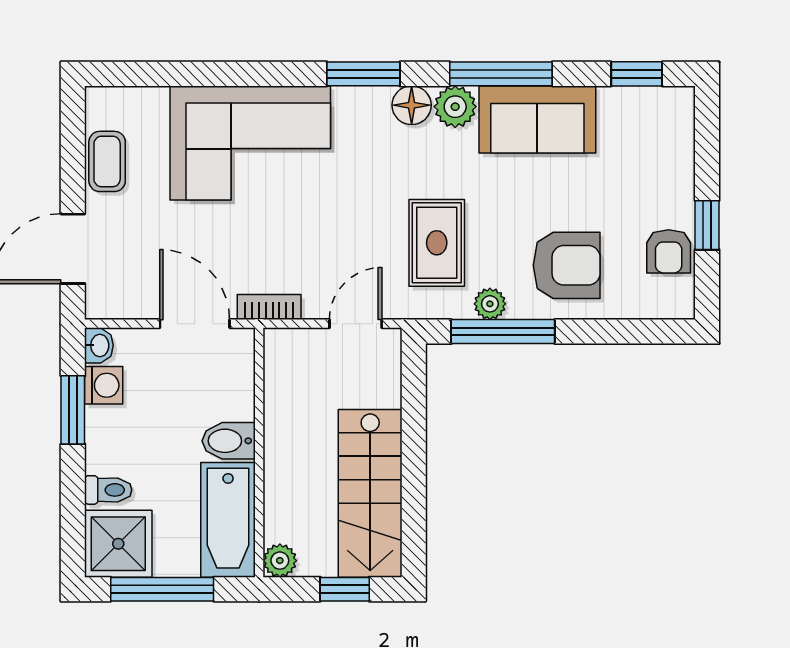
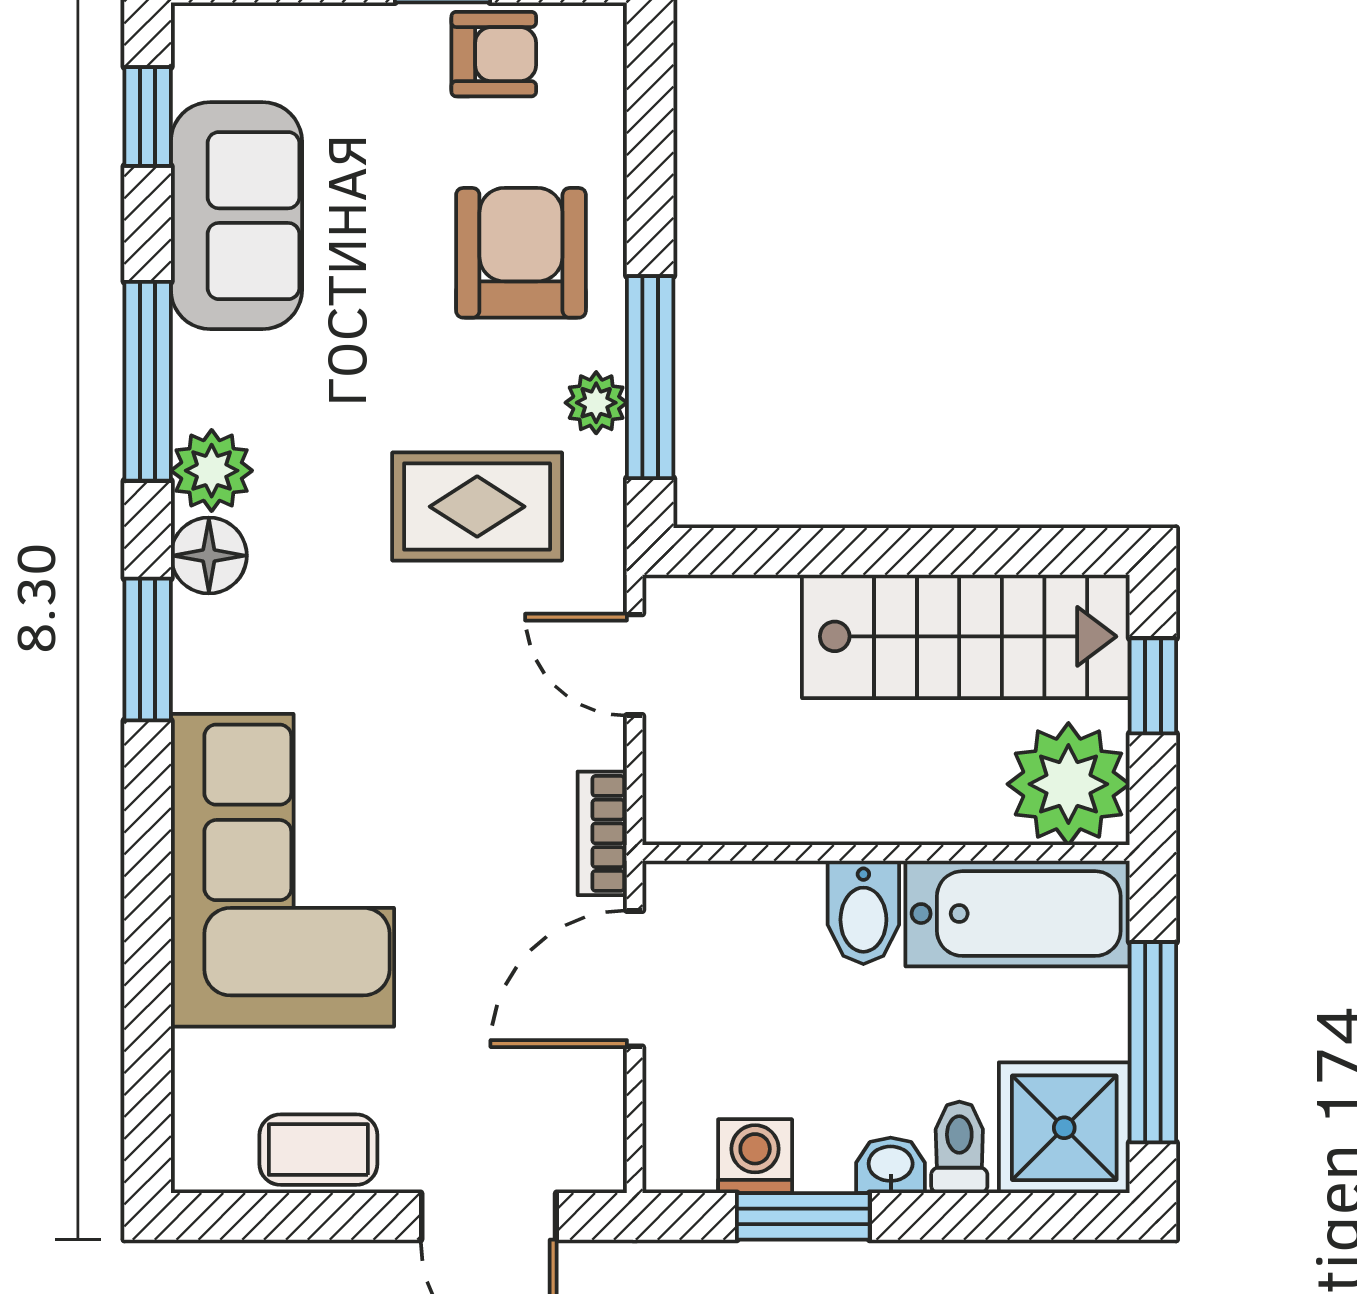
sofa: (537, 119) -> (236, 216), moved
washbasin: (99, 345) -> (891, 1165), moved
plant: (280, 561) -> (1068, 784), width x1.88, depth x1.88

